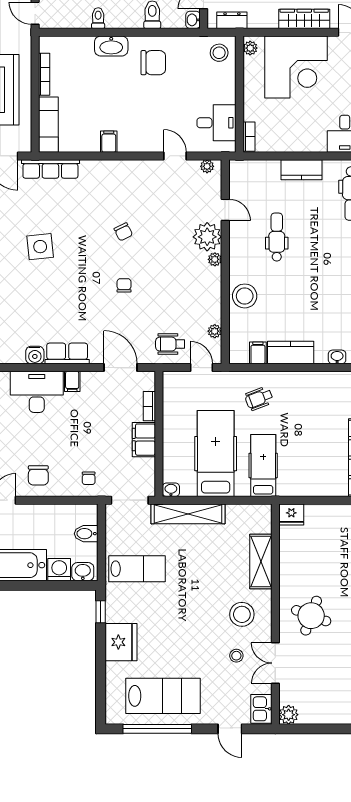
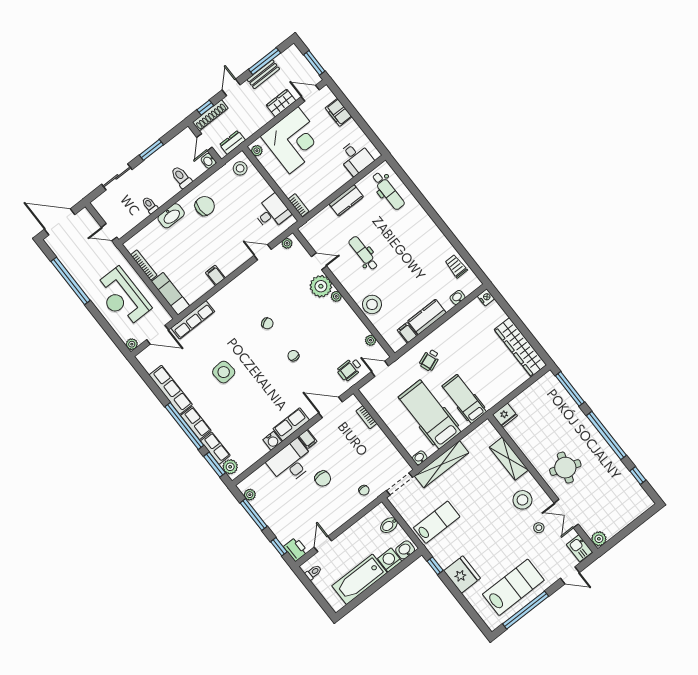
wardrobe: (304, 19) -> (281, 103), width x0.67
filing cabinet: (144, 440) -> (379, 440), removed
chair: (38, 475) -> (323, 478), moved

